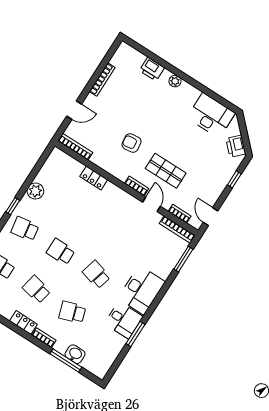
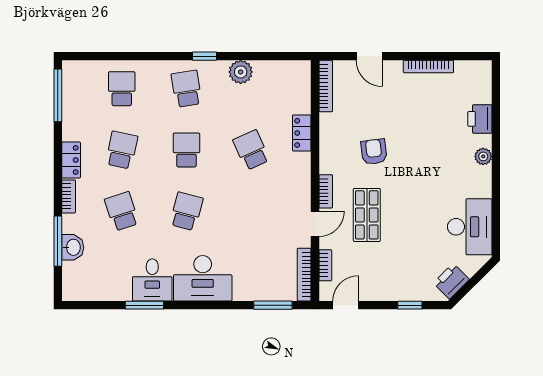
school desk: (85, 214) -> (251, 150), added

